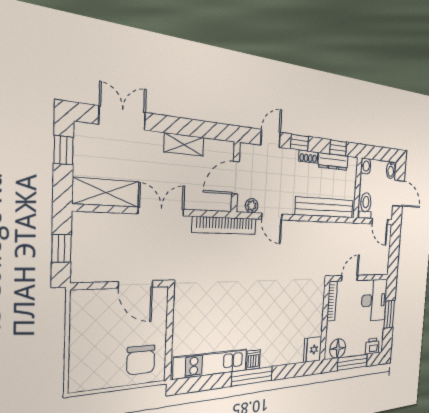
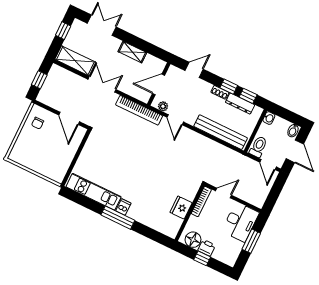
window: (299, 143) -> (229, 87), moved
printer: (372, 346) -> (207, 248), moved
fridge: (313, 350) -> (181, 208), moved
chair: (141, 360) -> (38, 123), moved, width x0.54, depth x0.54
window: (353, 362) -> (202, 258), width x0.46

